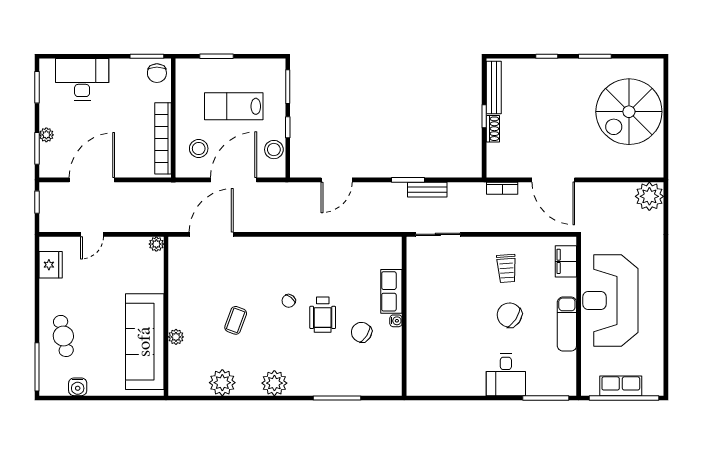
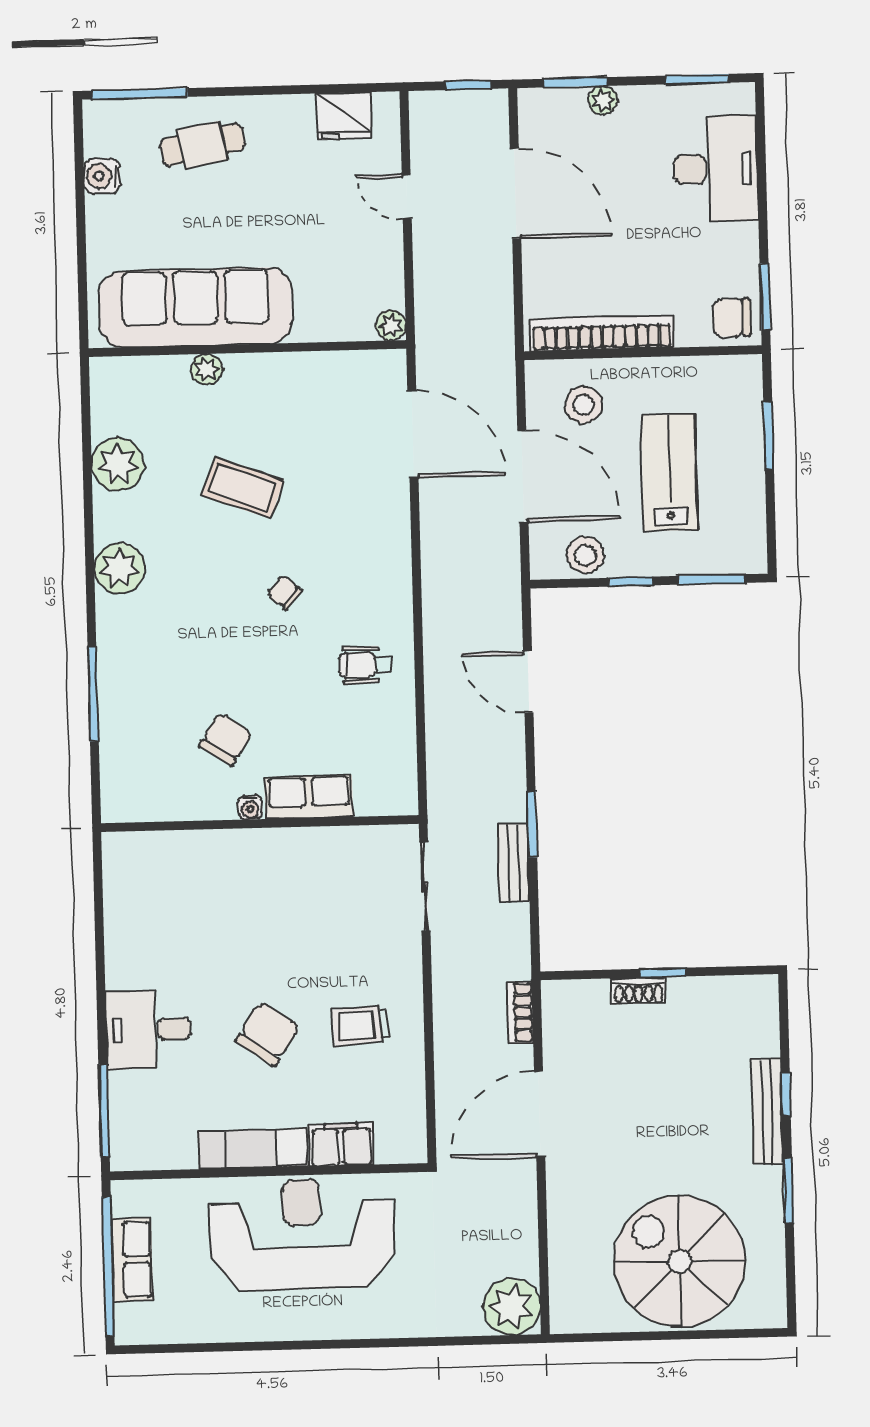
bench: (494, 88) -> (767, 1111), moved, turned 90
filing cabinet: (566, 261) -> (341, 1144), moved
wheelchair: (323, 315) -> (365, 665), moved, width x0.73, depth x0.73
coffee table: (236, 320) -> (243, 488), width x1.36, depth x1.30

